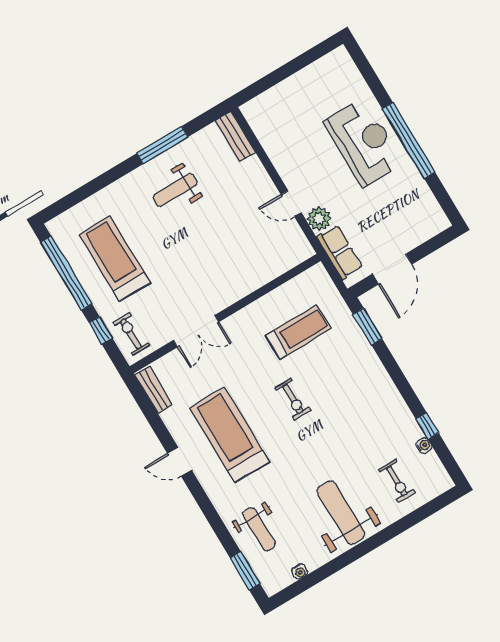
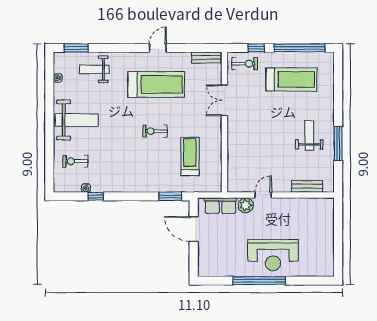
bench: (235, 137) -> (307, 186), moved
treadmill: (298, 332) -> (190, 156), turned 180

